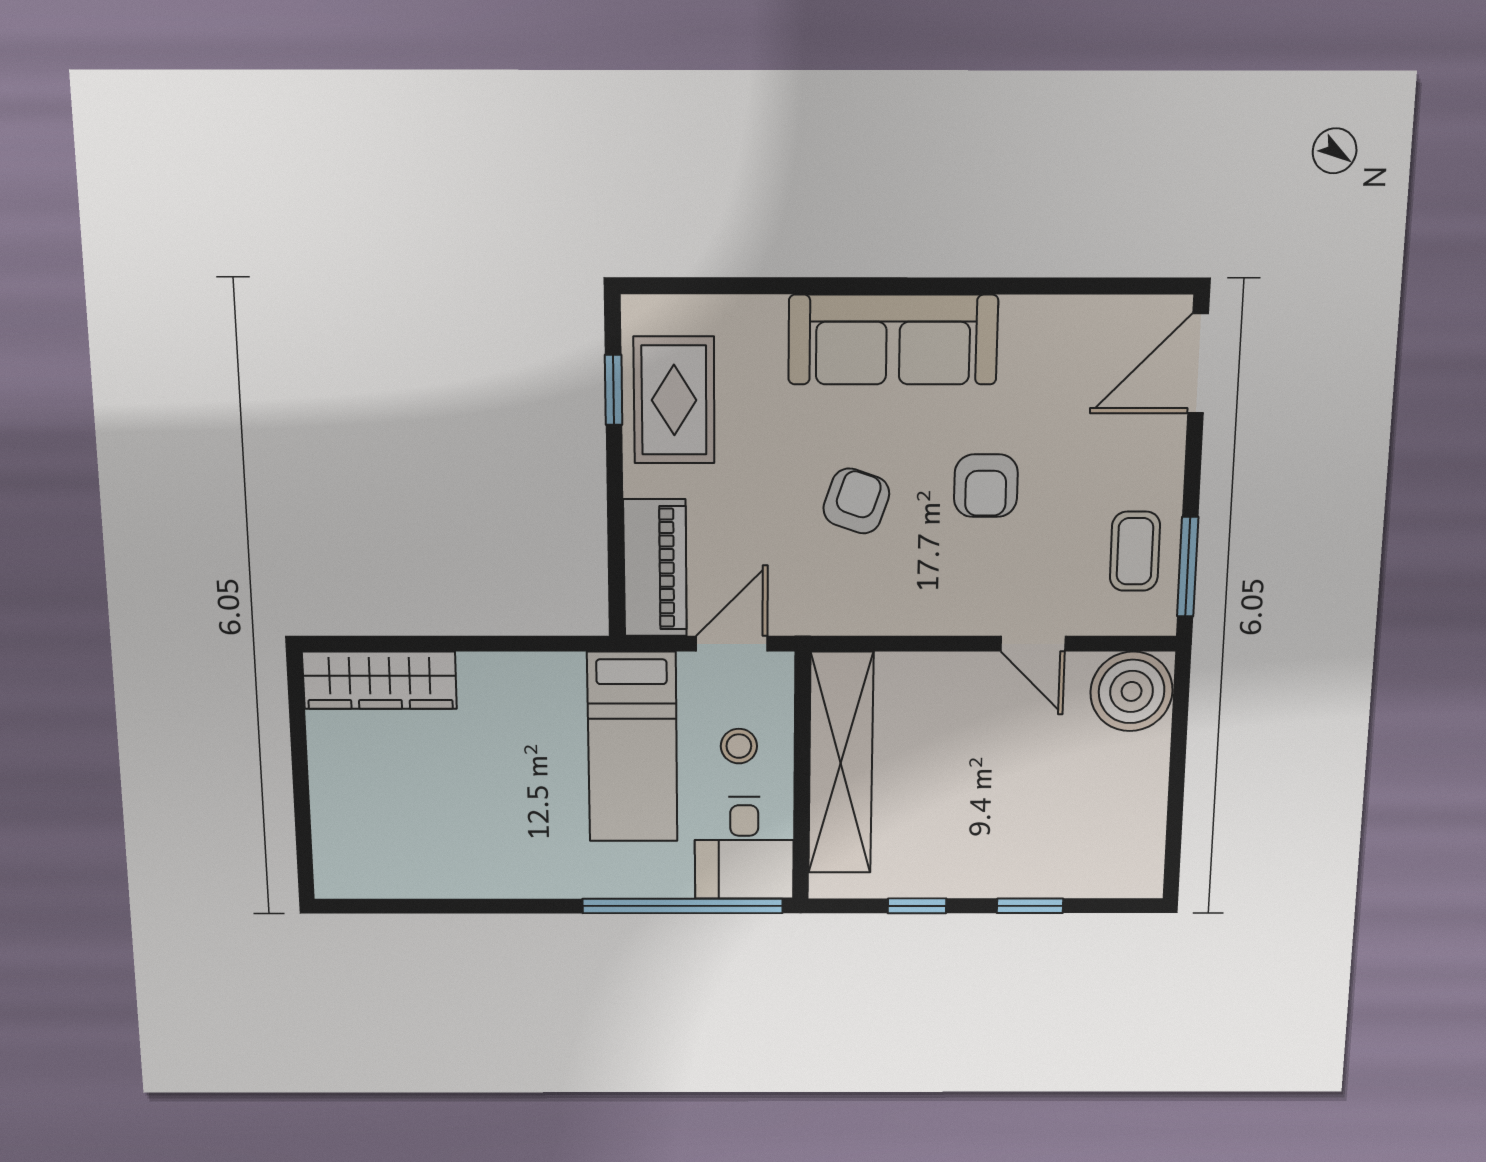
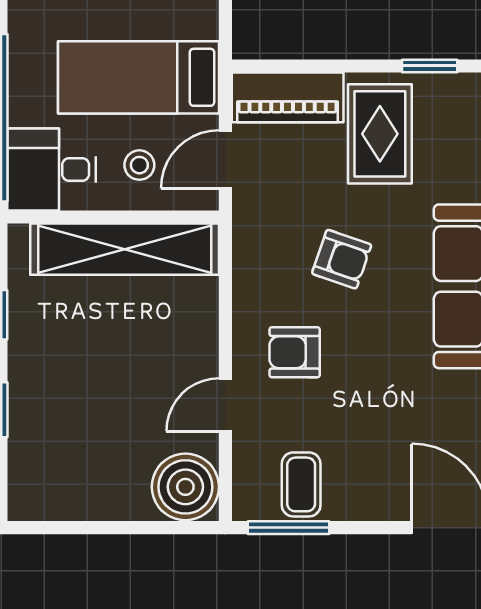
rug: (674, 400) -> (380, 134), moved, turned 90
armchair: (986, 486) -> (295, 352), moved
coffee table: (1135, 551) -> (301, 484), turned 90
door: (732, 644) -> (225, 159), swing flipped

